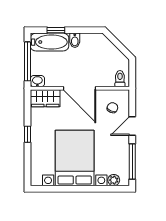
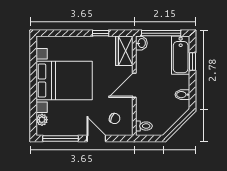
bidet: (75, 40) -> (182, 95), moved
door: (79, 88) -> (134, 85), width x0.73
window: (28, 134) -> (101, 33), moved

